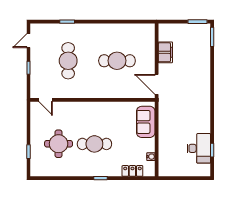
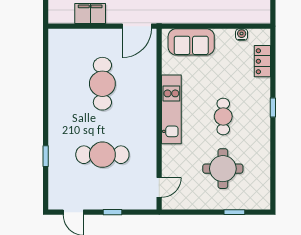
kitchen unit: (99, 108) -> (171, 109), added
cafe table: (94, 144) -> (223, 116), width x0.73, depth x0.74

